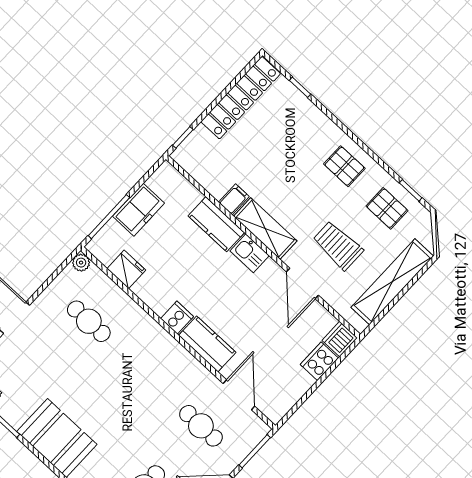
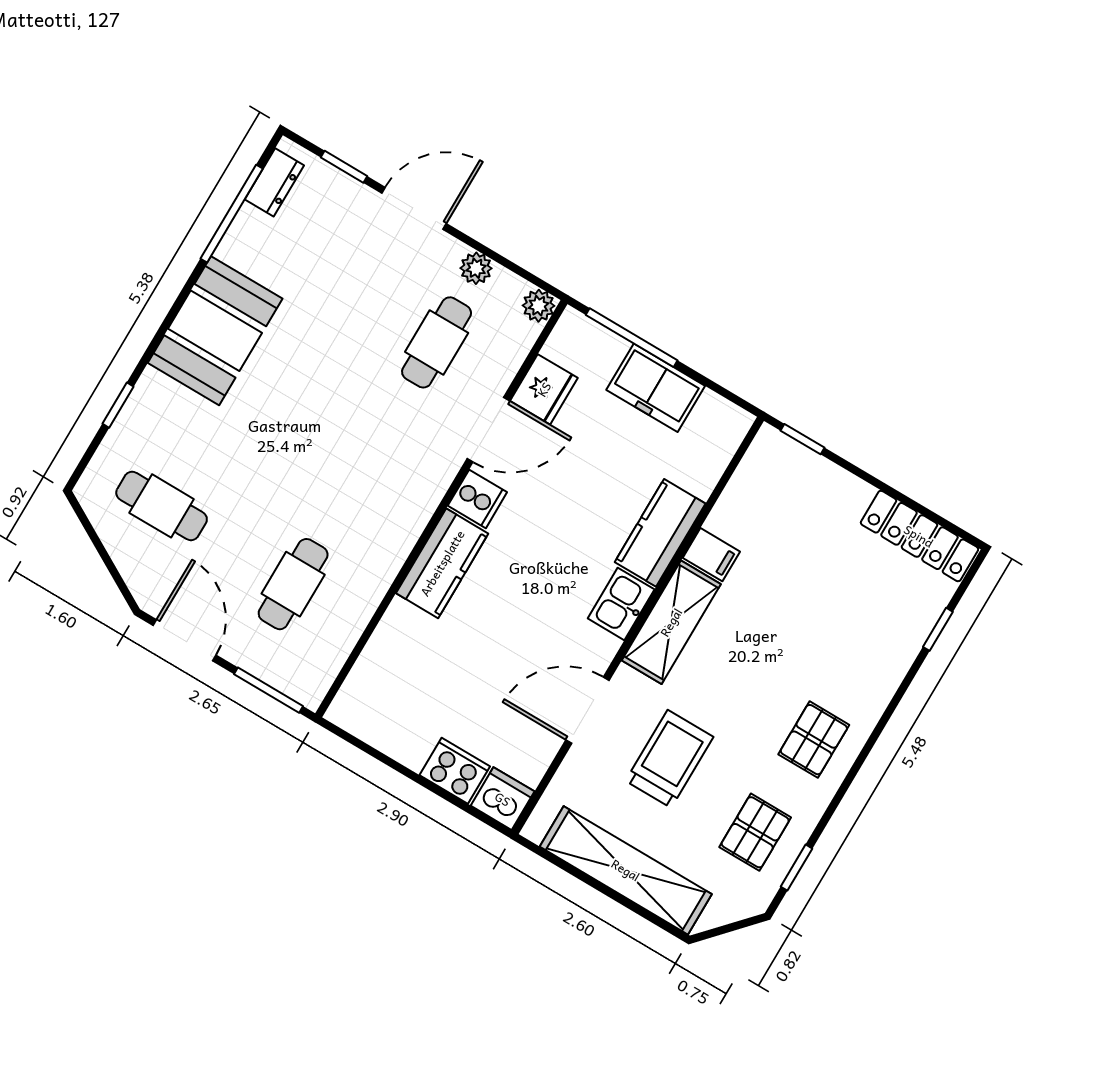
locker: (241, 98) -> (919, 536), width x0.71, depth x0.83
plant: (54, 292) -> (476, 268), added
door: (239, 395) -> (488, 430), moved

